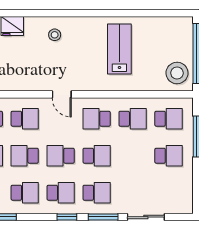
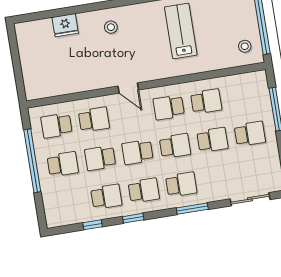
stool: (177, 73) -> (245, 46), width x0.53, depth x0.53
school desk: (168, 119) -> (212, 140), moved
window: (67, 217) -> (133, 218), moved
sliding door: (146, 217) -> (250, 199), moved

